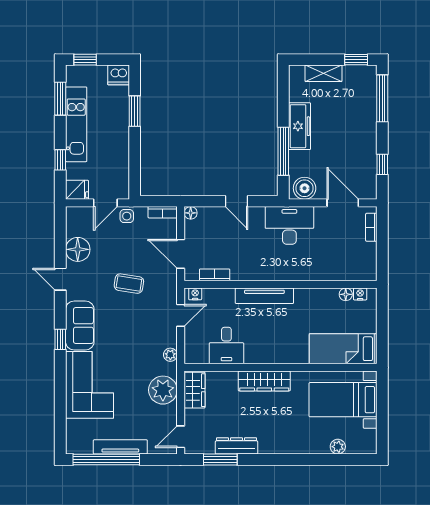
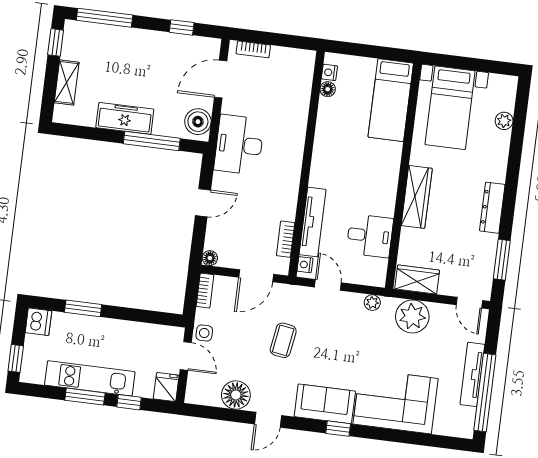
window: (60, 99) -> (85, 397), moved
tv unit: (264, 296) -> (313, 222), moved
dresser: (236, 446) -> (492, 208), moved

